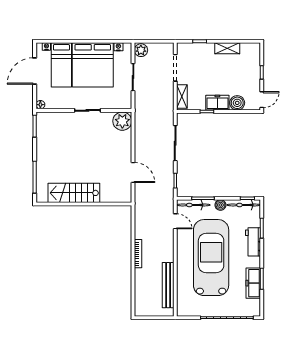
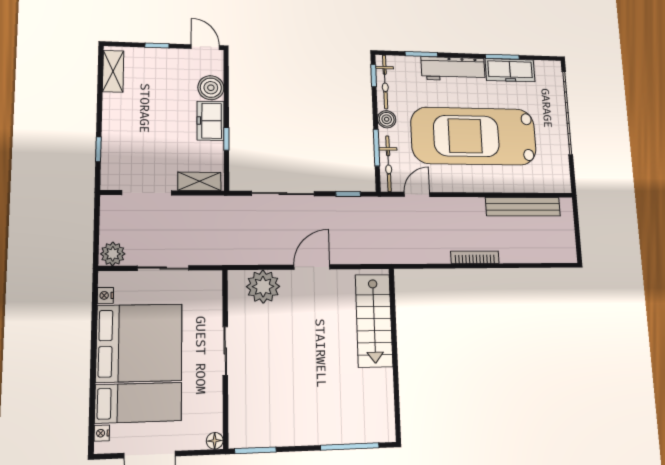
shelving: (227, 48) -> (113, 71), moved
plant: (122, 121) -> (263, 287), moved
door: (133, 172) -> (312, 267), moved
stairs: (74, 193) -> (374, 321), moved
workbench: (253, 242) -> (453, 69), width x1.37

